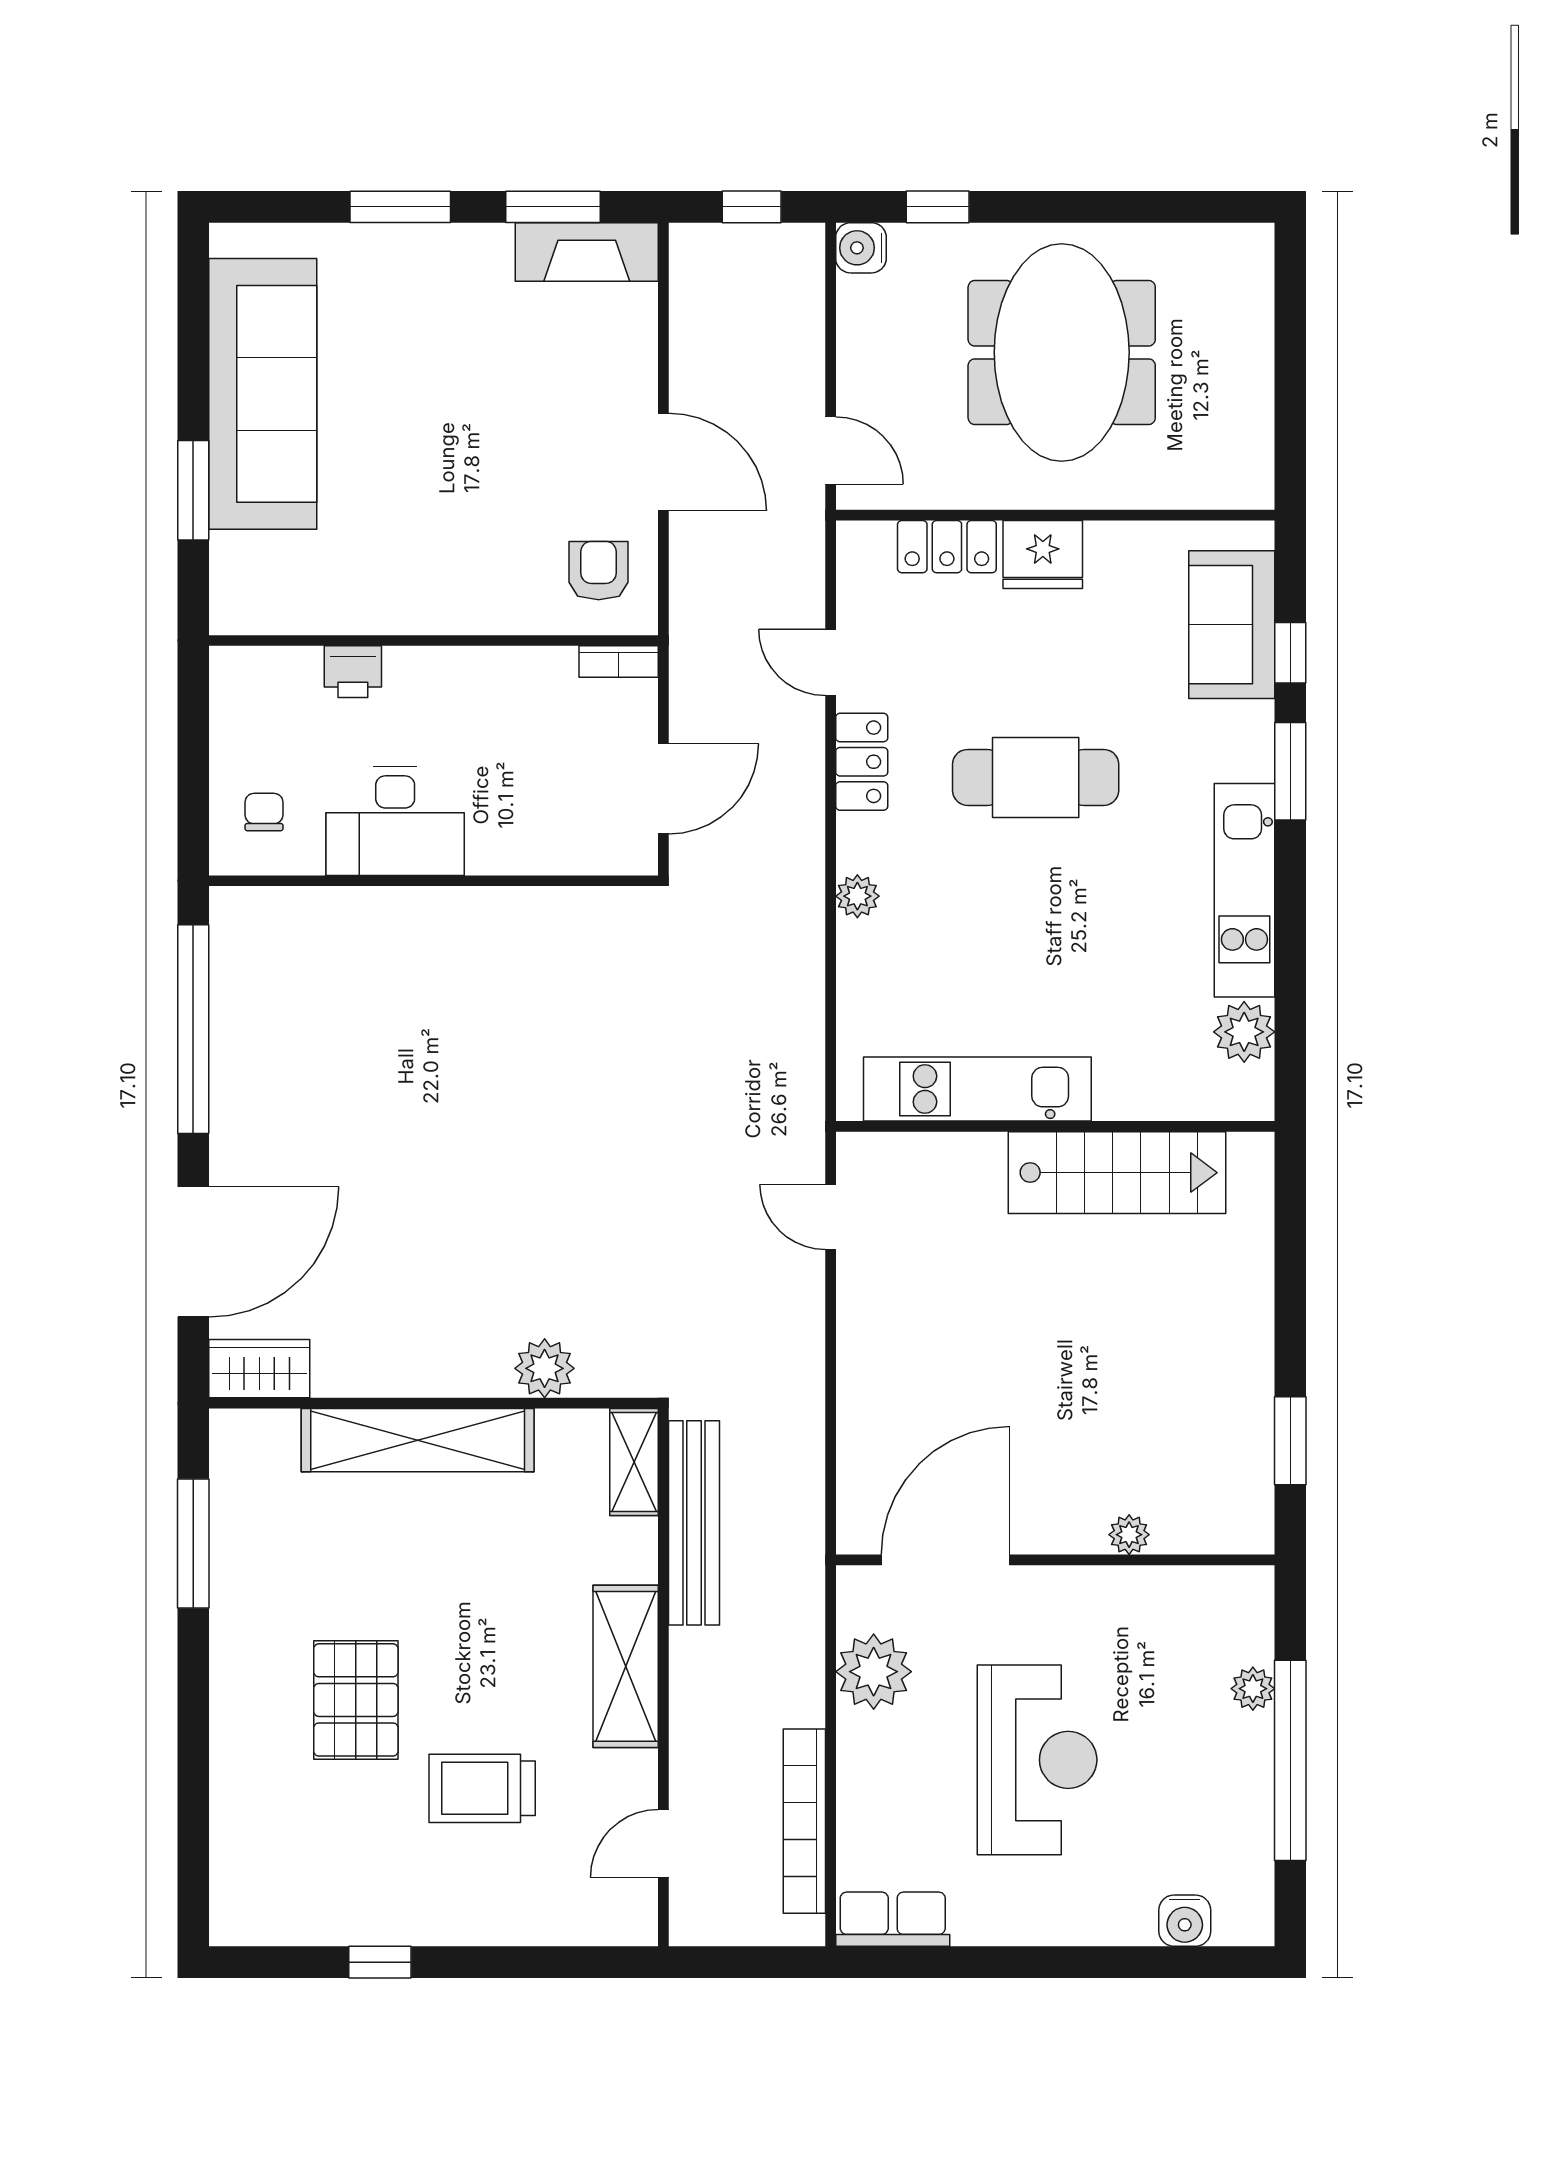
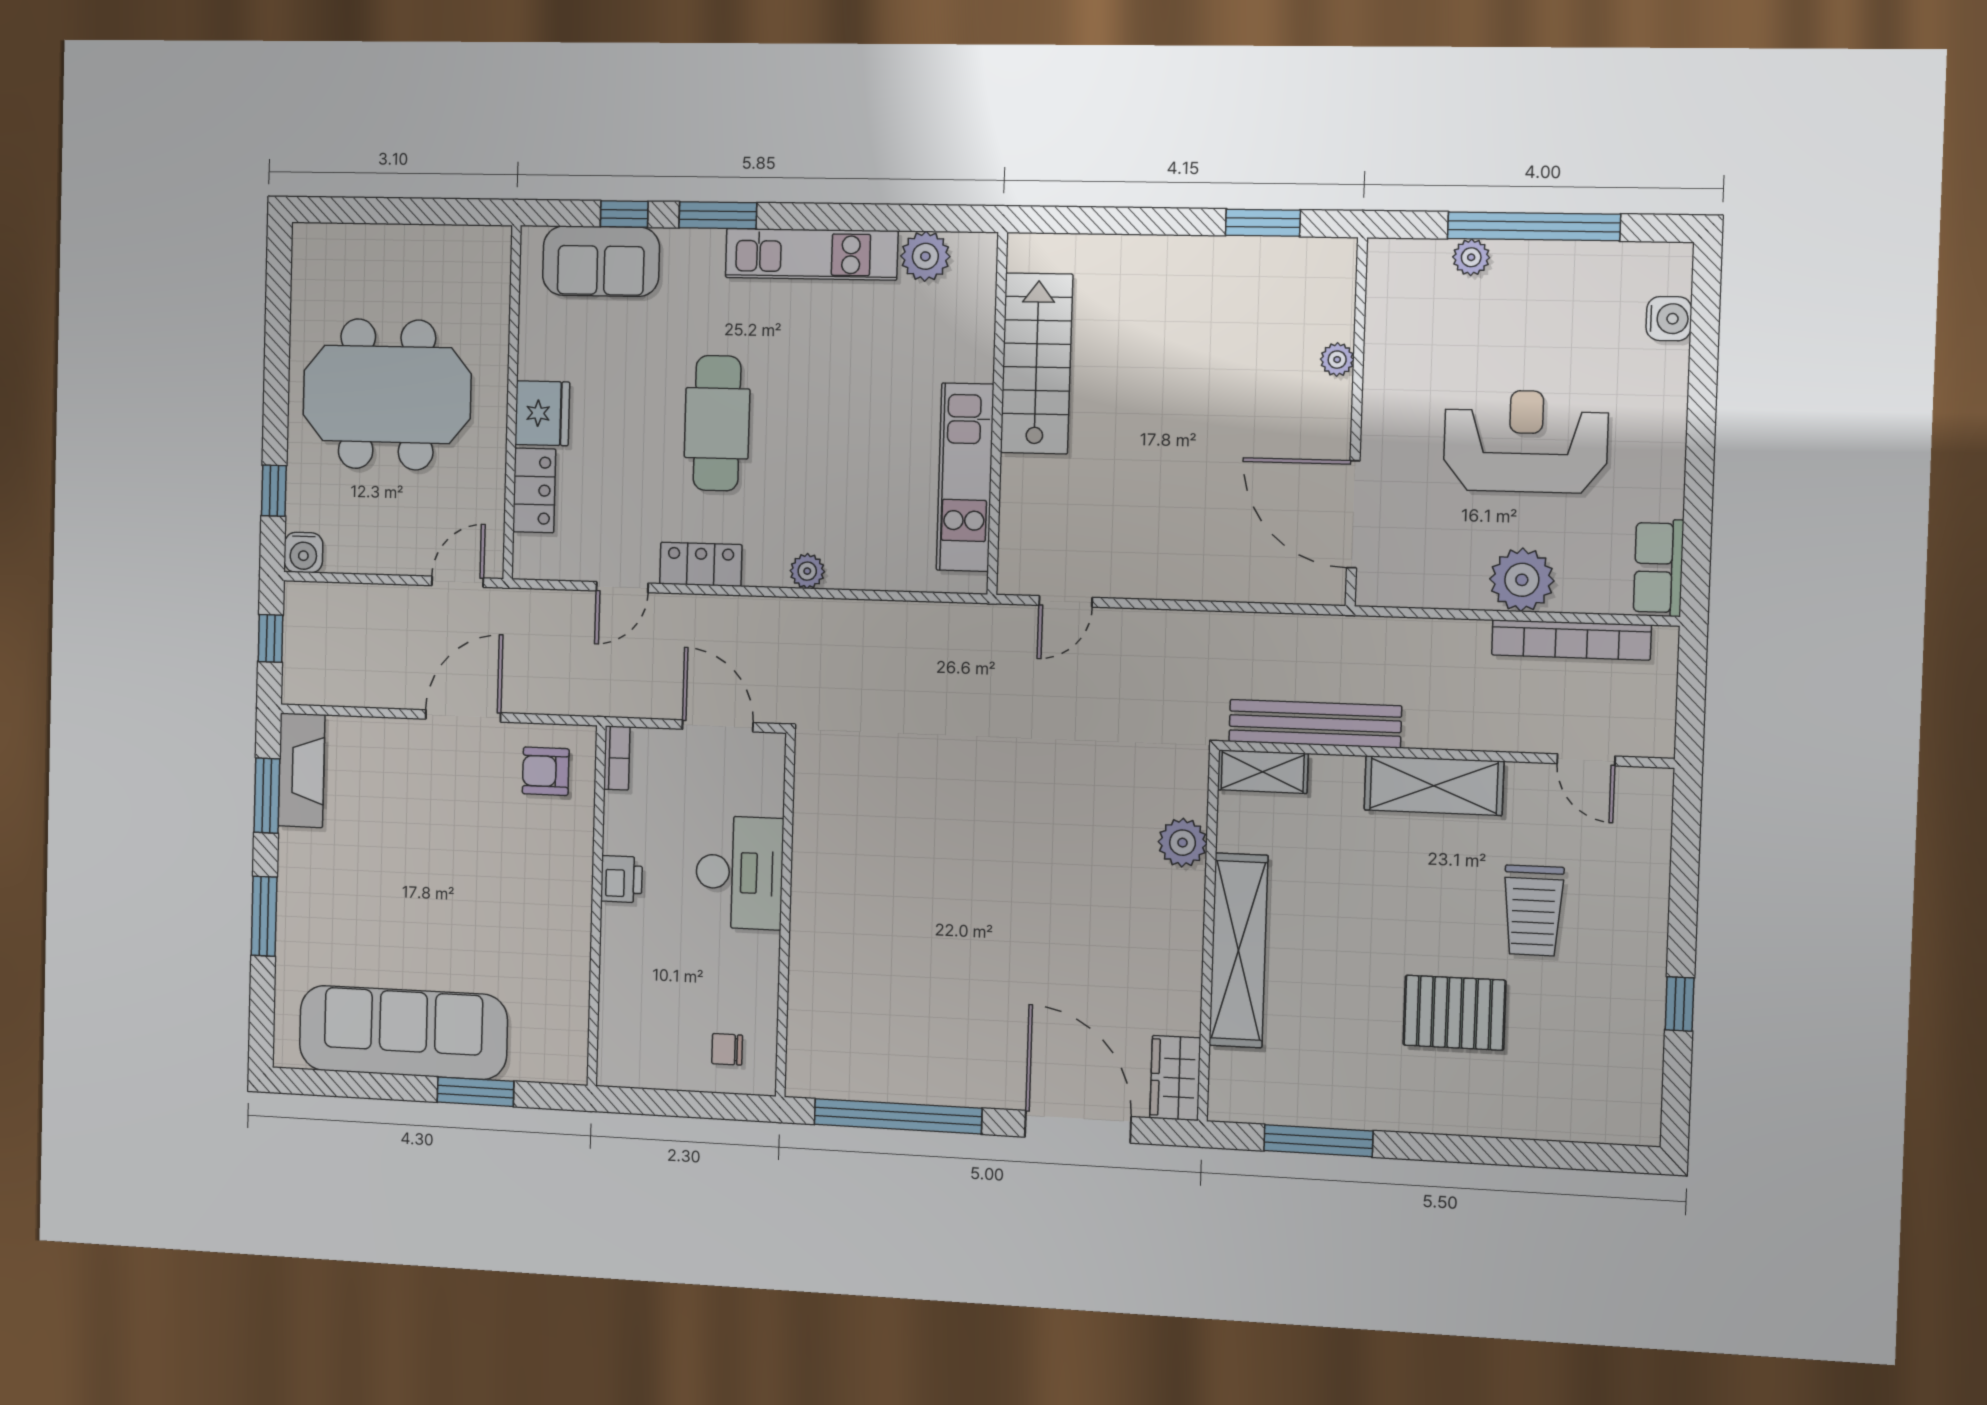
printer: (353, 672) -> (622, 879), moved
desk: (395, 821) -> (739, 873), moved
plant: (874, 1672) -> (1522, 580), moved

